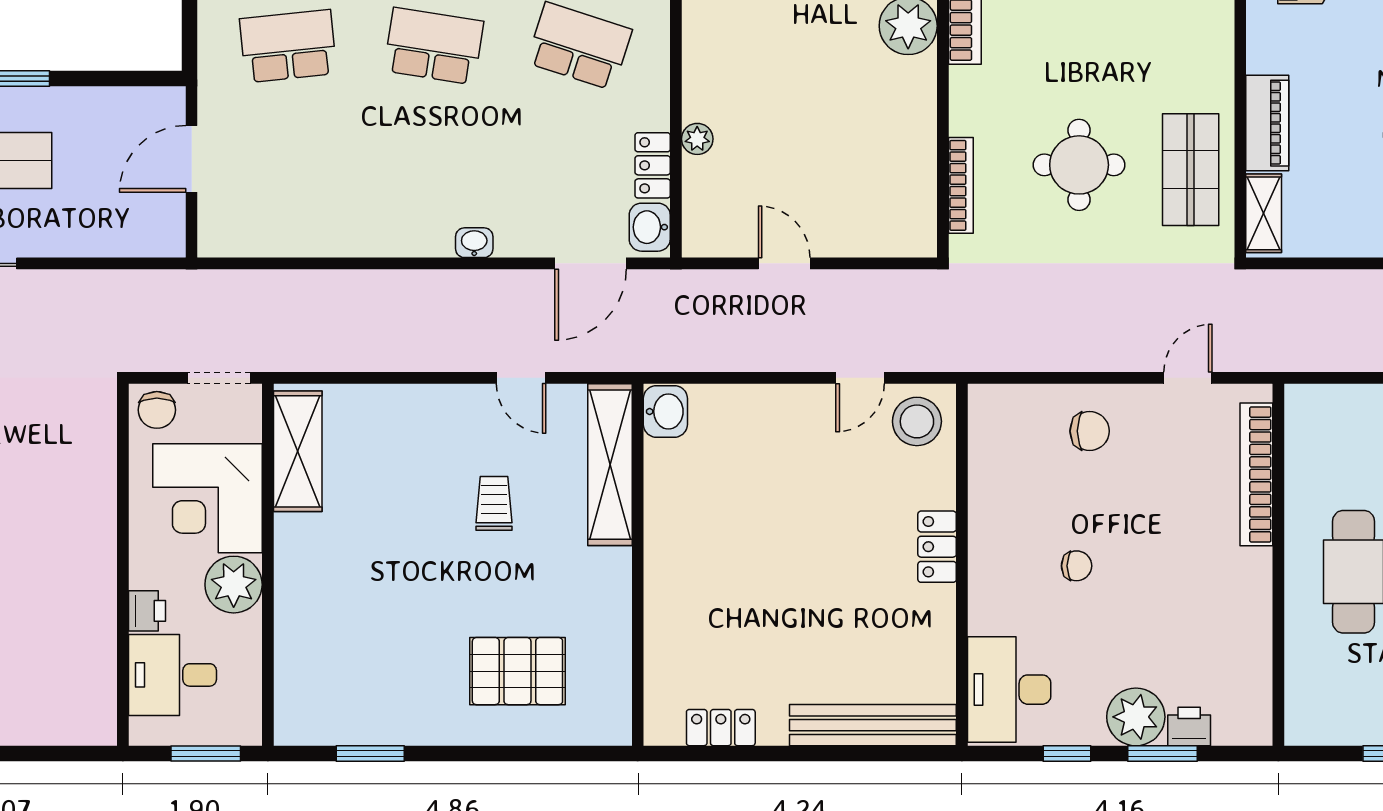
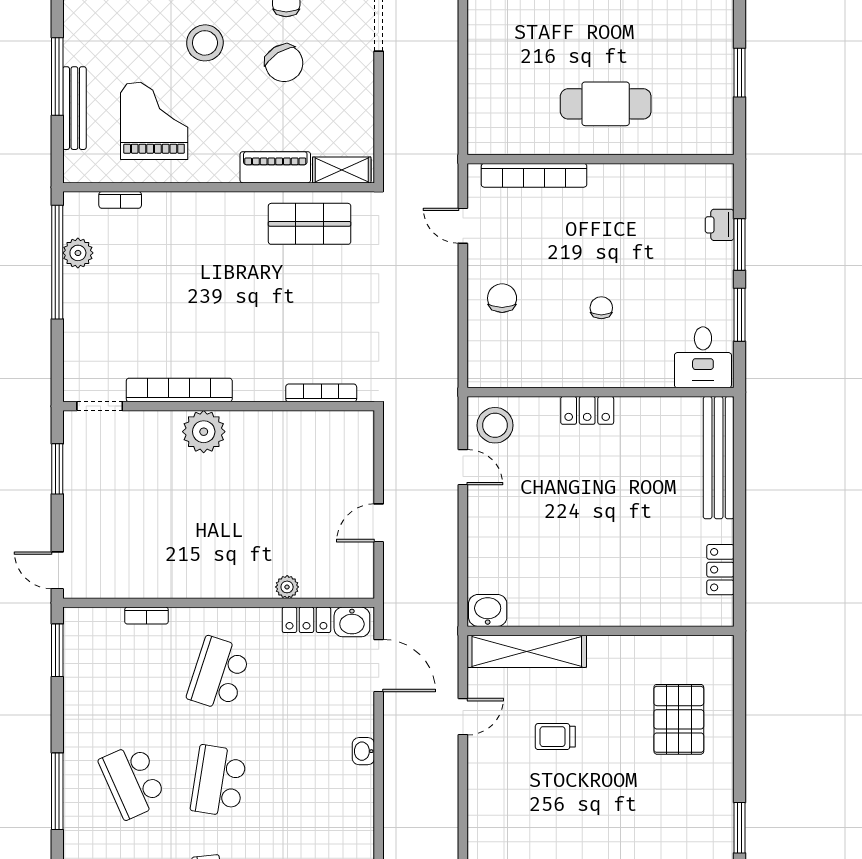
round table: (1079, 165) -> (306, 306), removed
desk: (1009, 690) -> (703, 357), width x0.73
plant: (1136, 717) -> (713, 264), removed
window: (1067, 753) -> (739, 315), width x1.50

